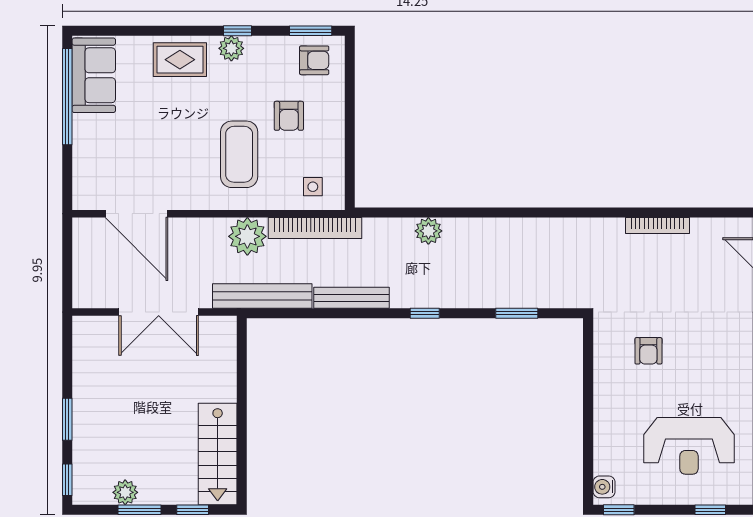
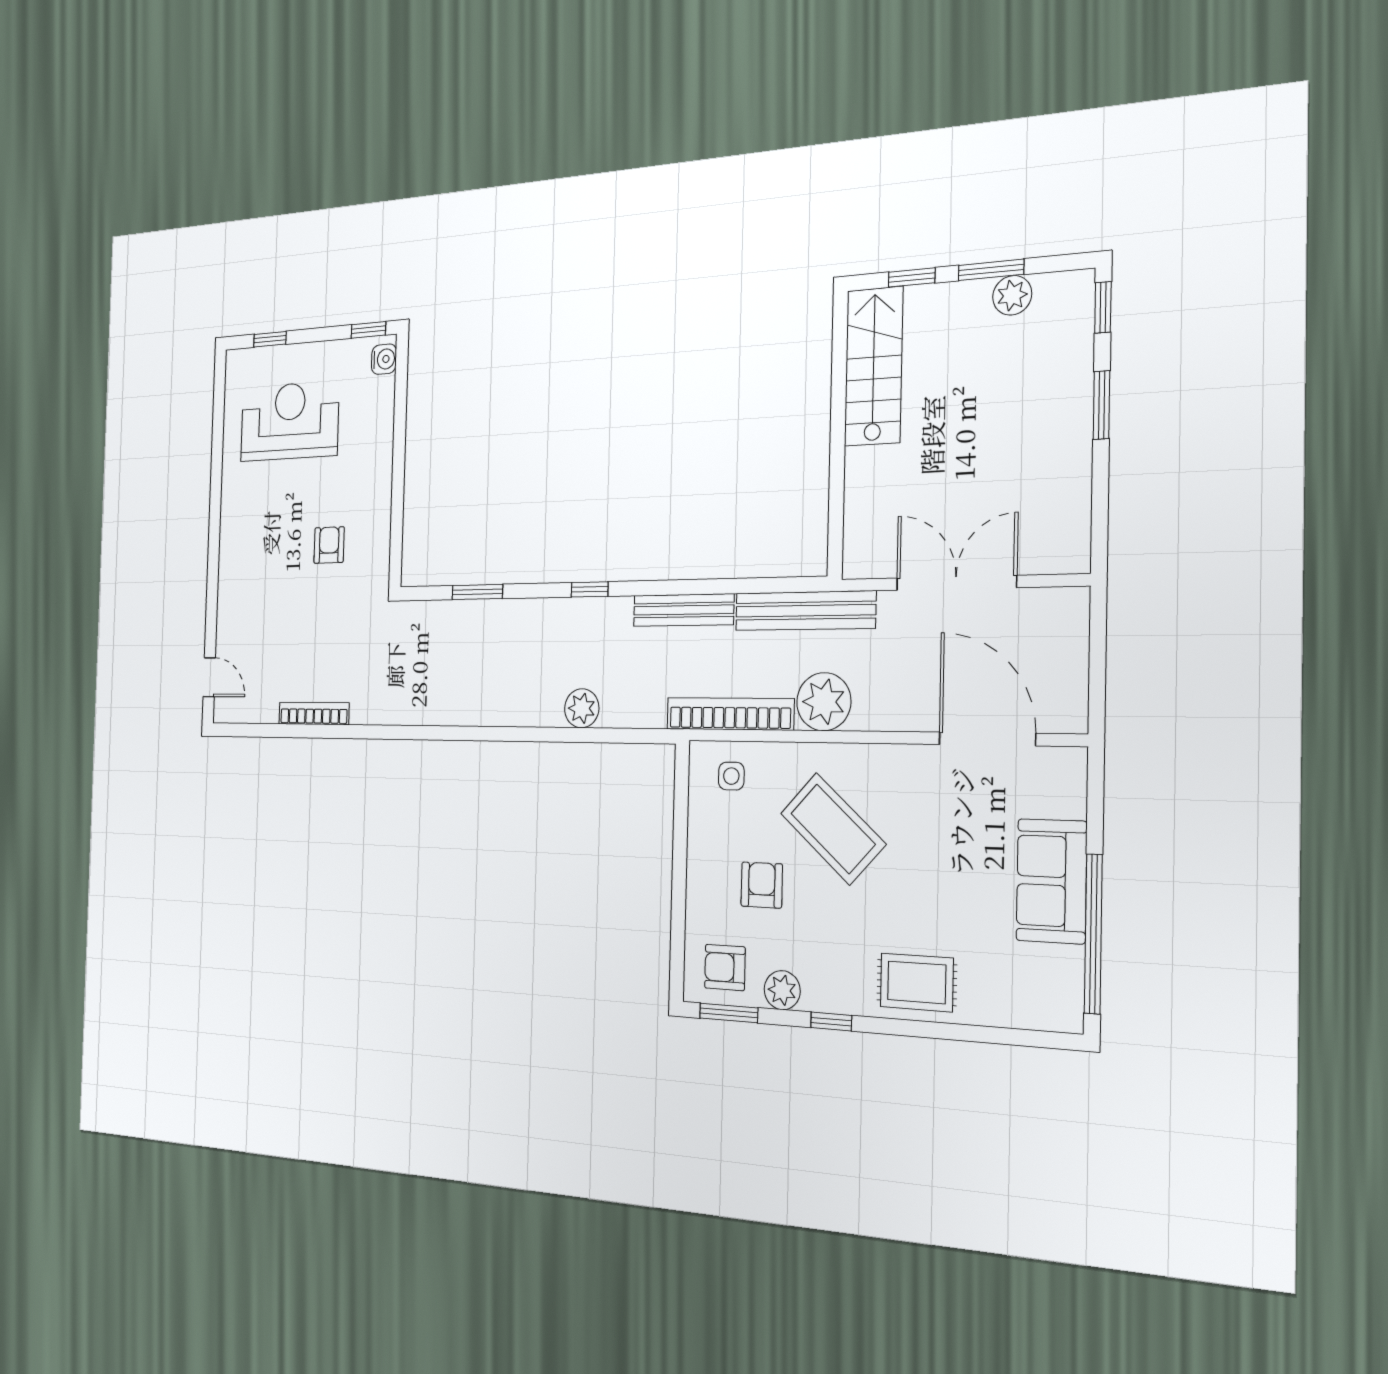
plant: (231, 48) -> (782, 990), moved
sofa: (94, 75) -> (1051, 881), moved
coffee table: (239, 154) -> (833, 829), turned -48

